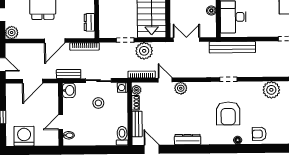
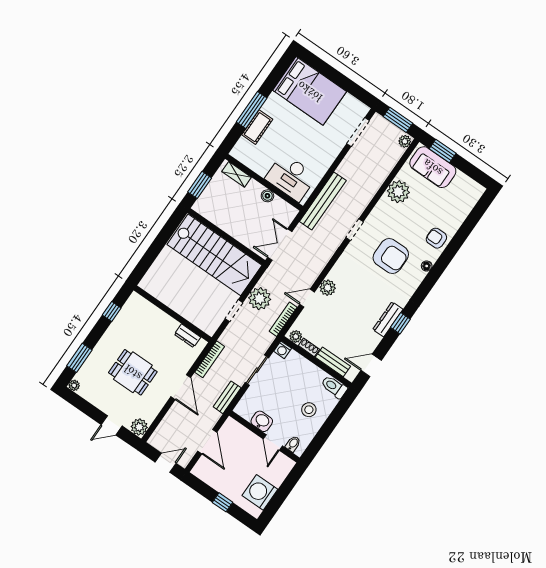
washbasin: (69, 90) -> (262, 421), moved
stool: (98, 103) -> (309, 410), moved
armchair: (259, 134) -> (436, 238), turned 91
window: (191, 149) -> (400, 323), added

